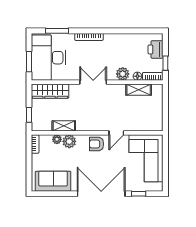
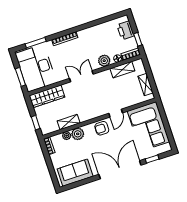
shelving: (158, 113) -> (146, 85), added

